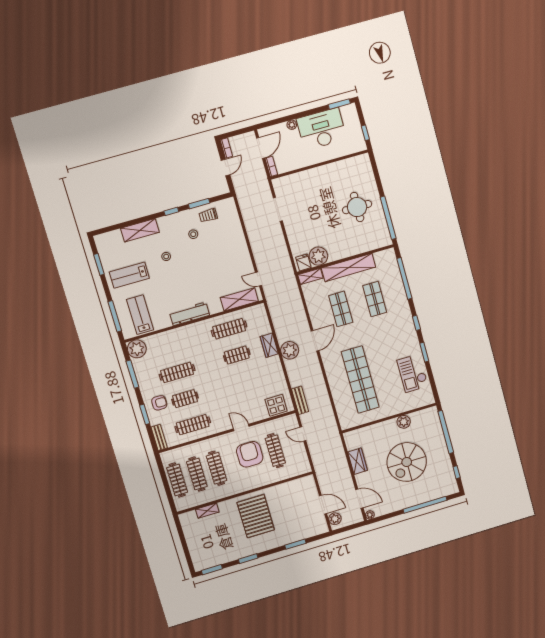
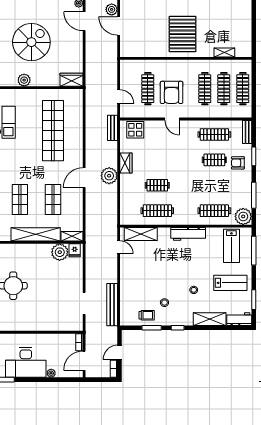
bench: (248, 216) -> (112, 305), added
workbench: (108, 239) -> (239, 319), added
wardrobe: (269, 345) -> (126, 163), moved
clothes rail: (177, 372) -> (214, 211), moved
wardrobe: (358, 461) -> (71, 80), moved, turned 90

